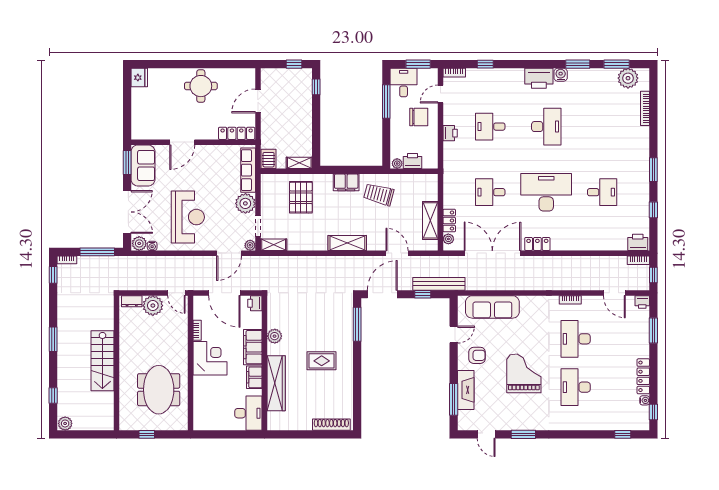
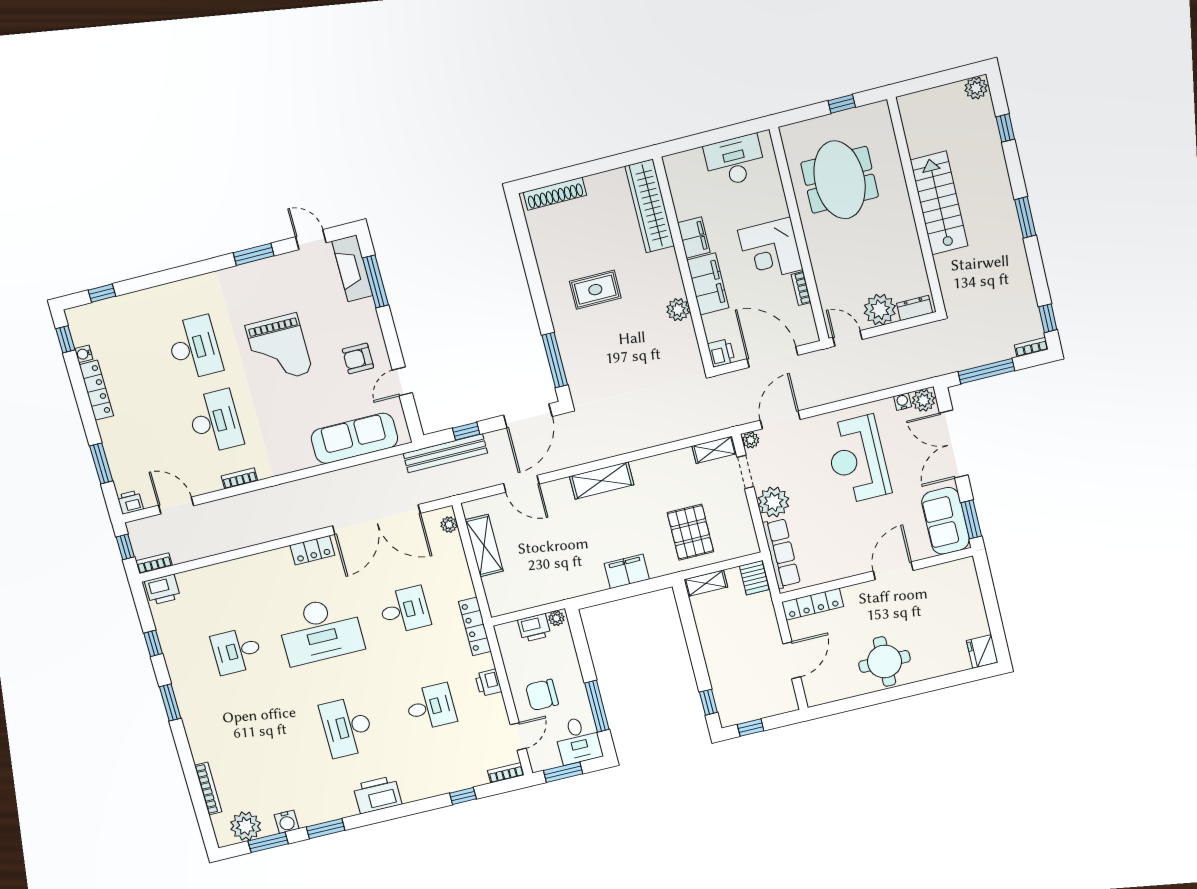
water cooler: (561, 75) -> (287, 822), moved
trolley: (379, 194) -> (572, 566), removed
locker: (449, 221) -> (475, 626), moved, width x1.53
wardrobe: (276, 383) -> (650, 206), moved
fireplace: (466, 390) -> (352, 268), moved
desk: (248, 413) -> (735, 161), moved, turned 90

